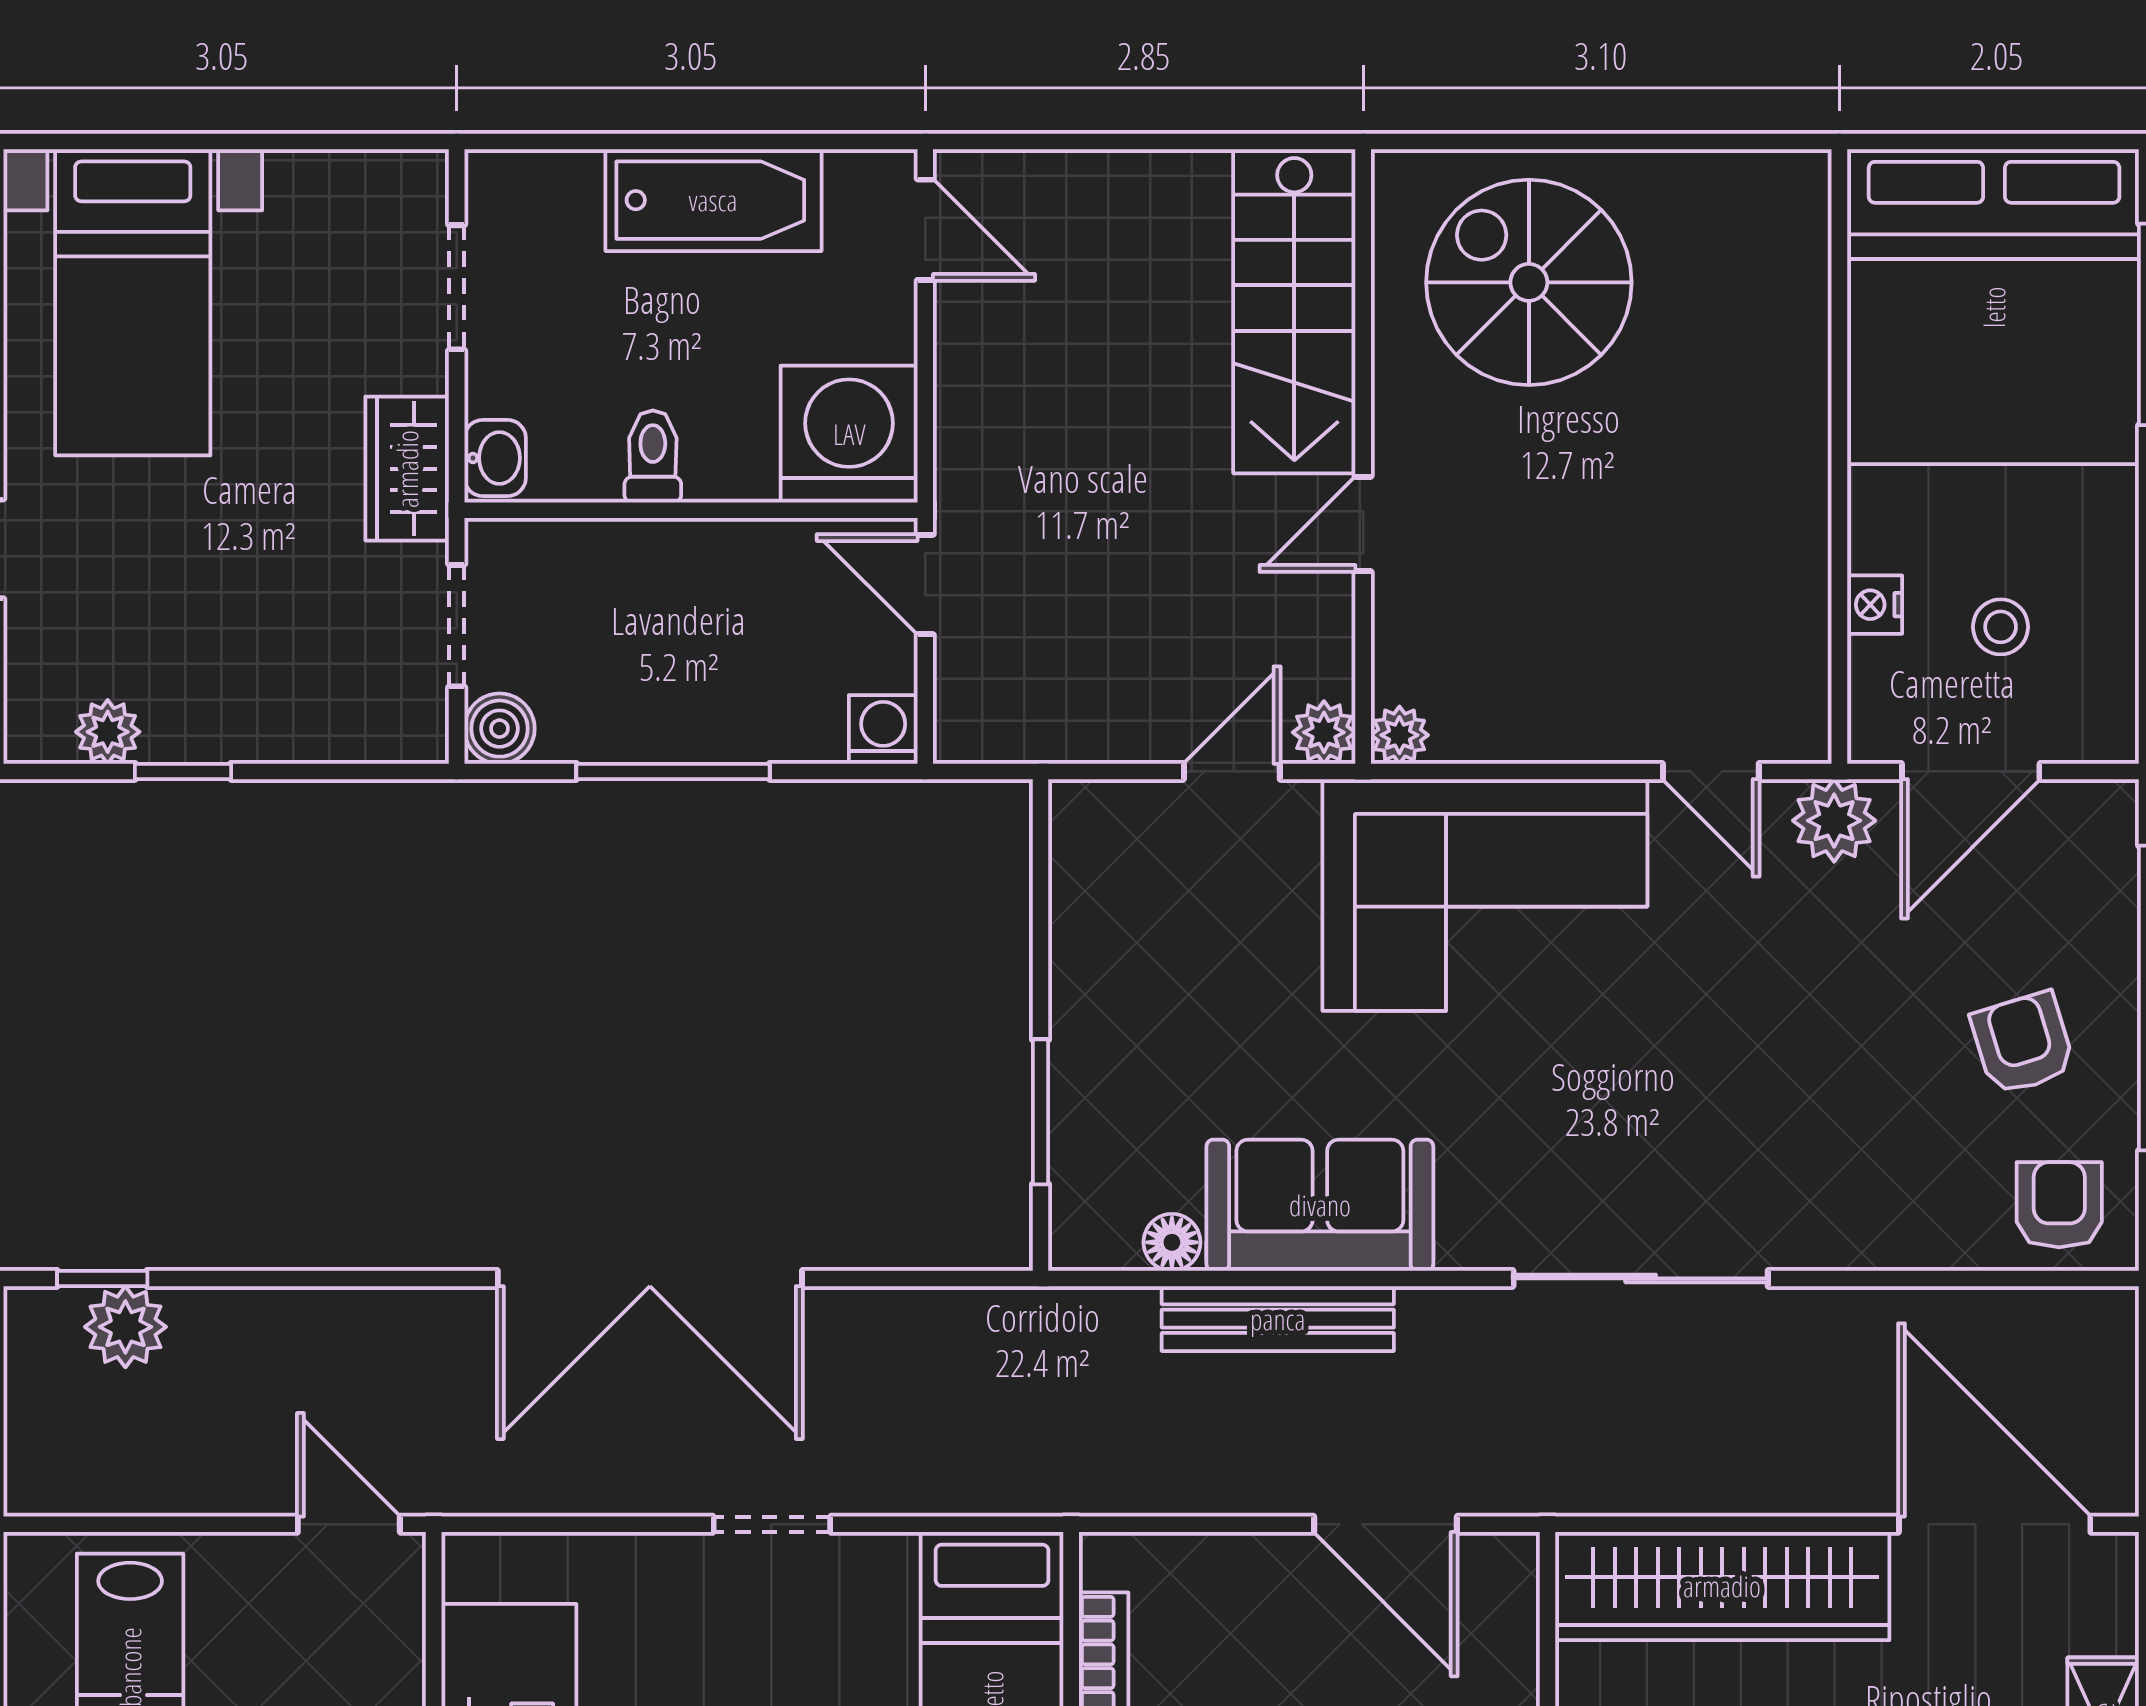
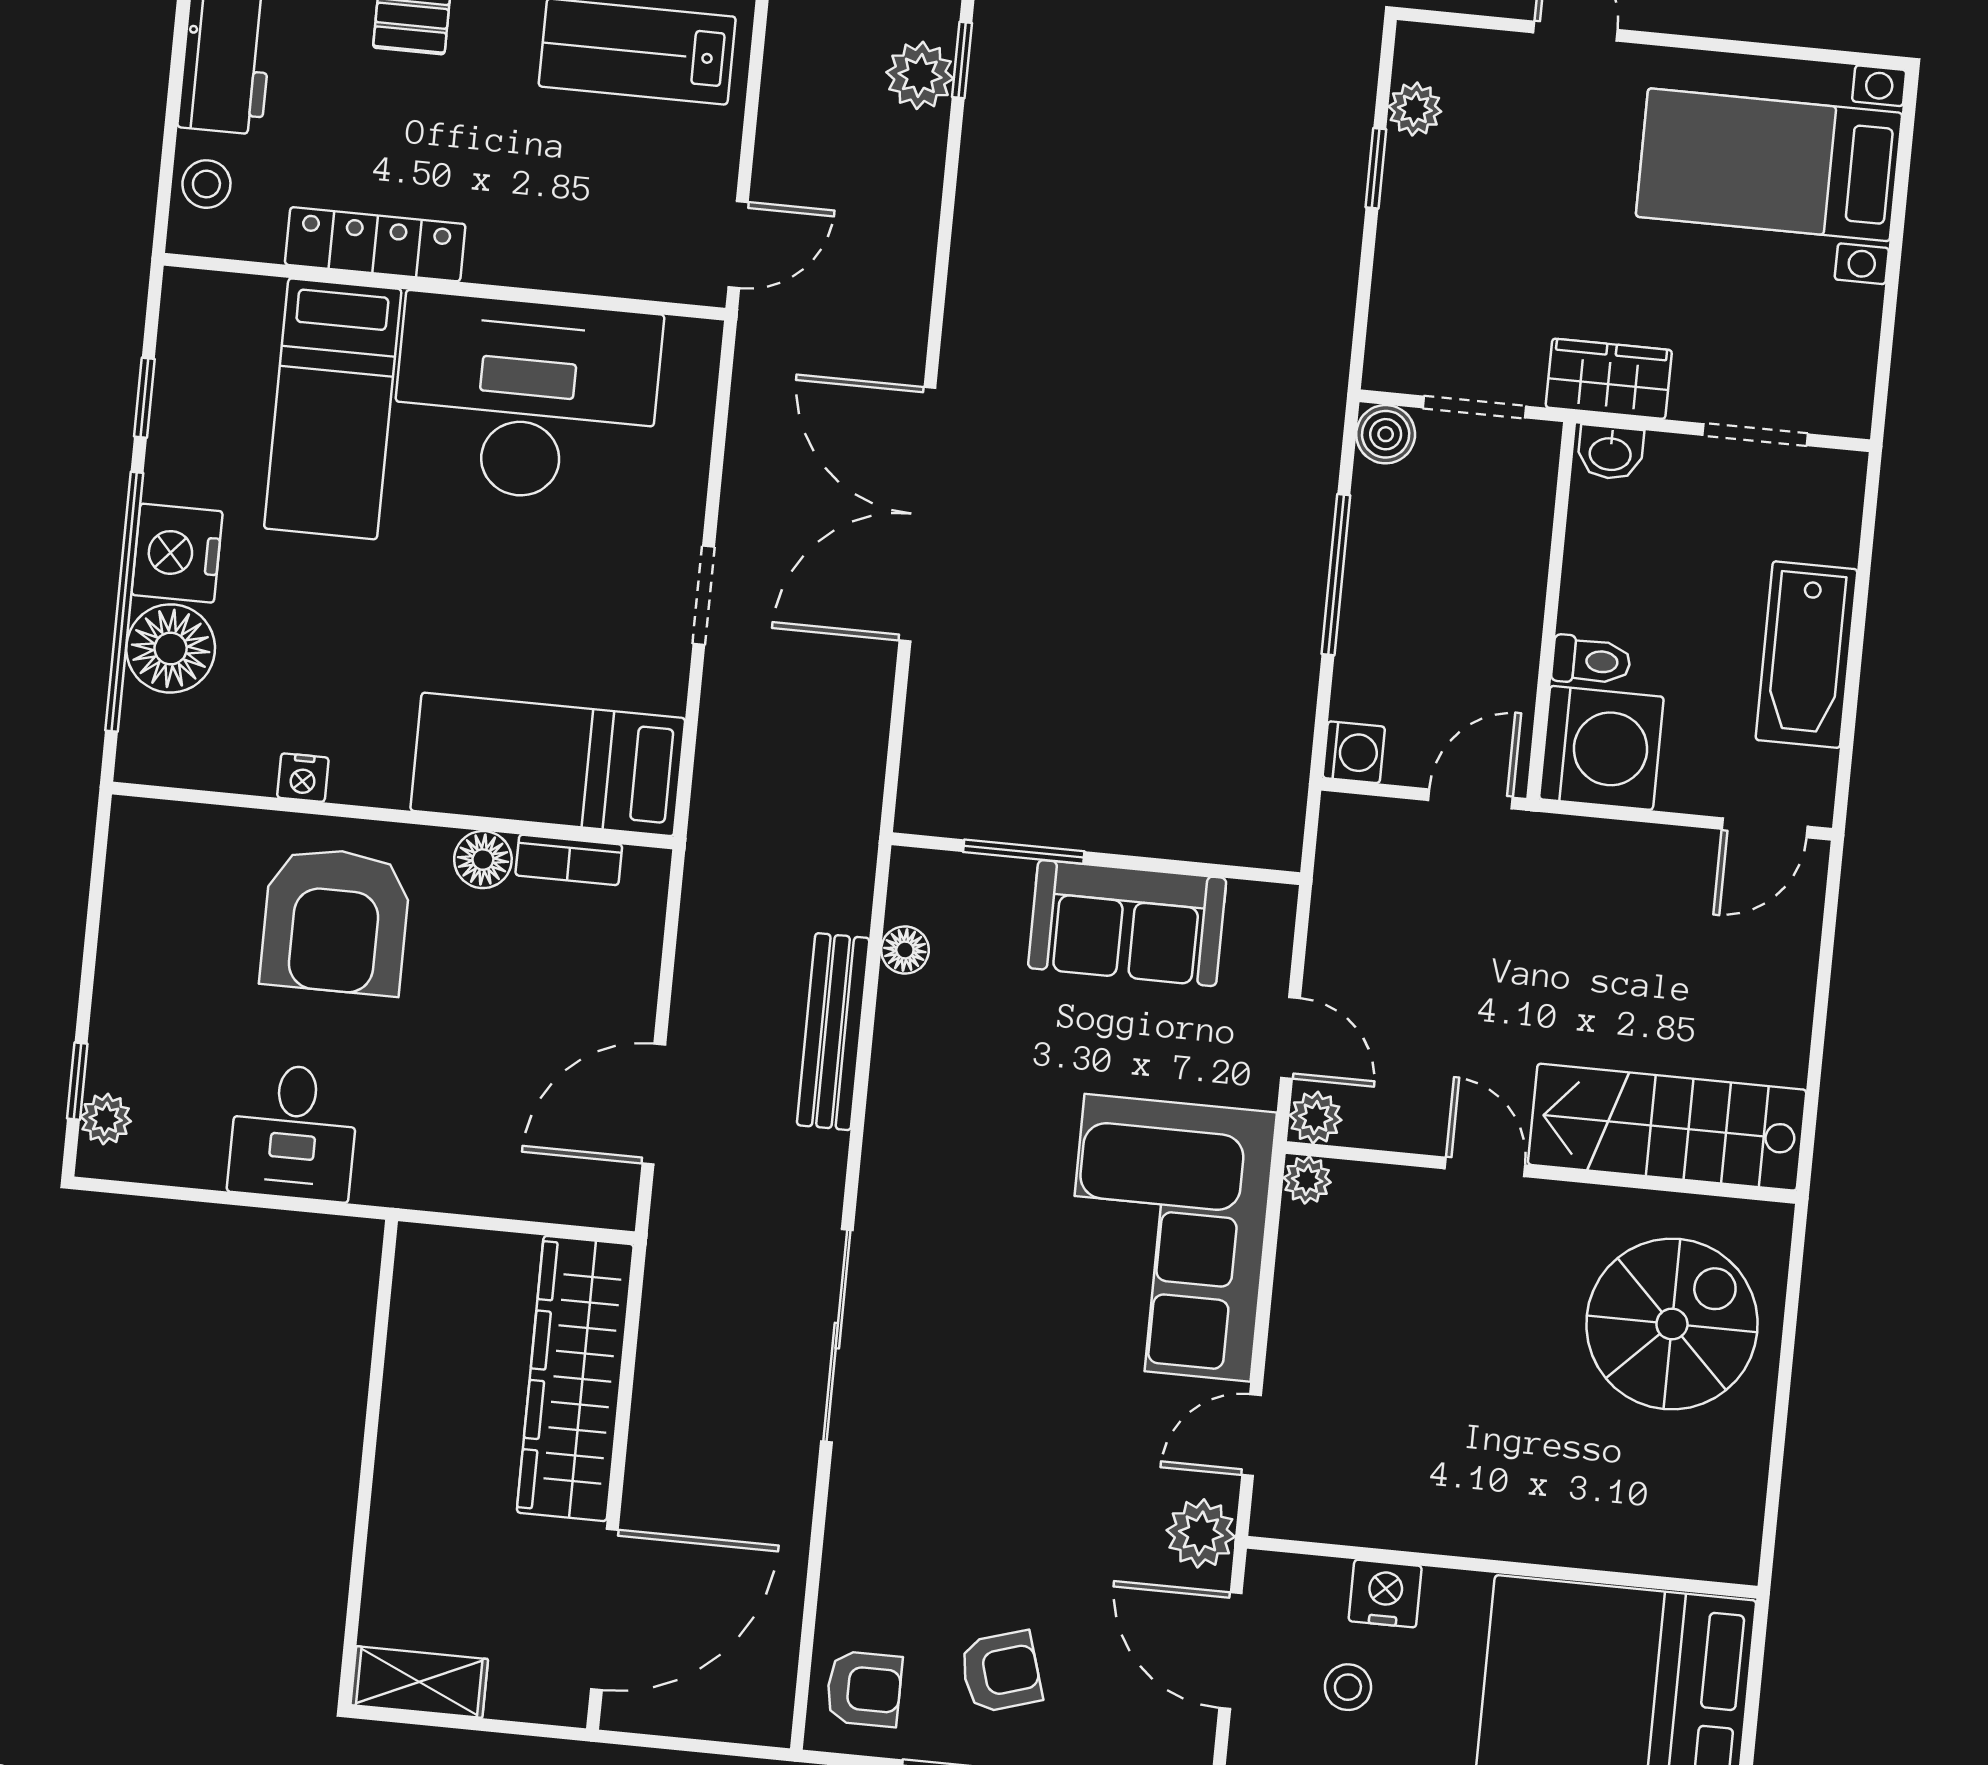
toilet: (653, 456) -> (1591, 661), moved
nightstand: (1875, 605) -> (1385, 1594), width x1.39, depth x1.35
sofa: (1320, 1205) -> (1127, 923), moved, turned 90

